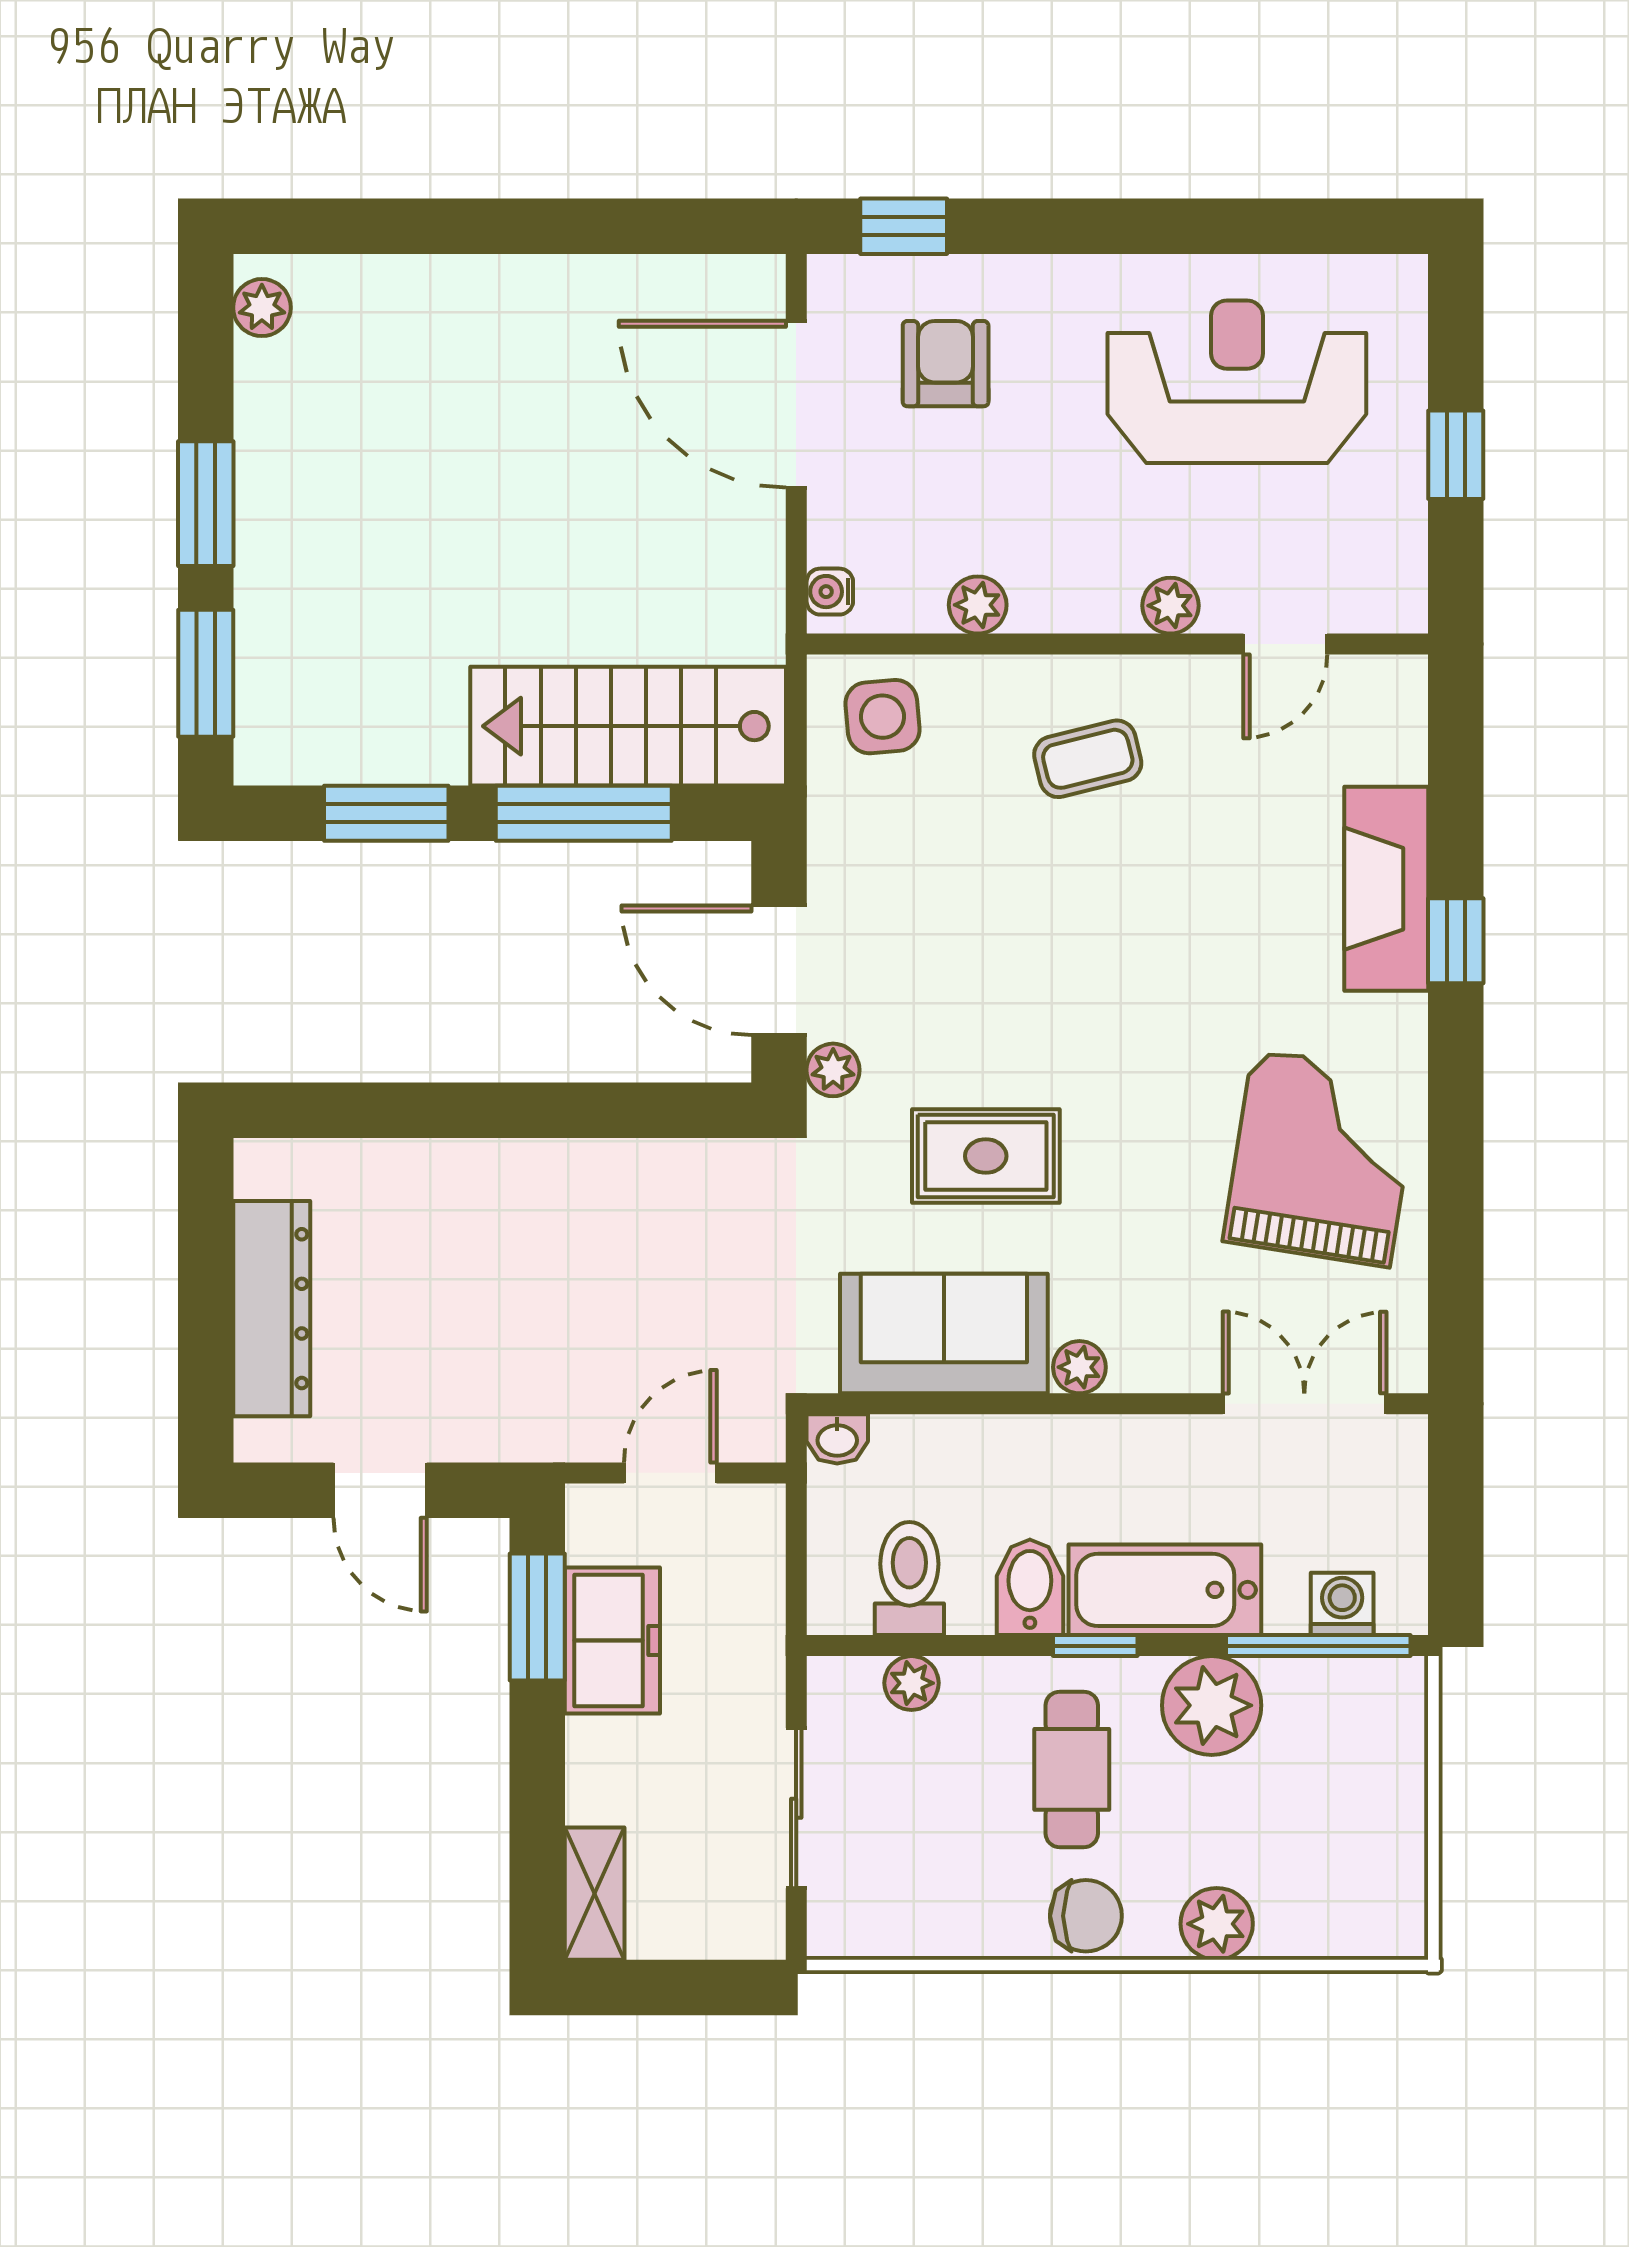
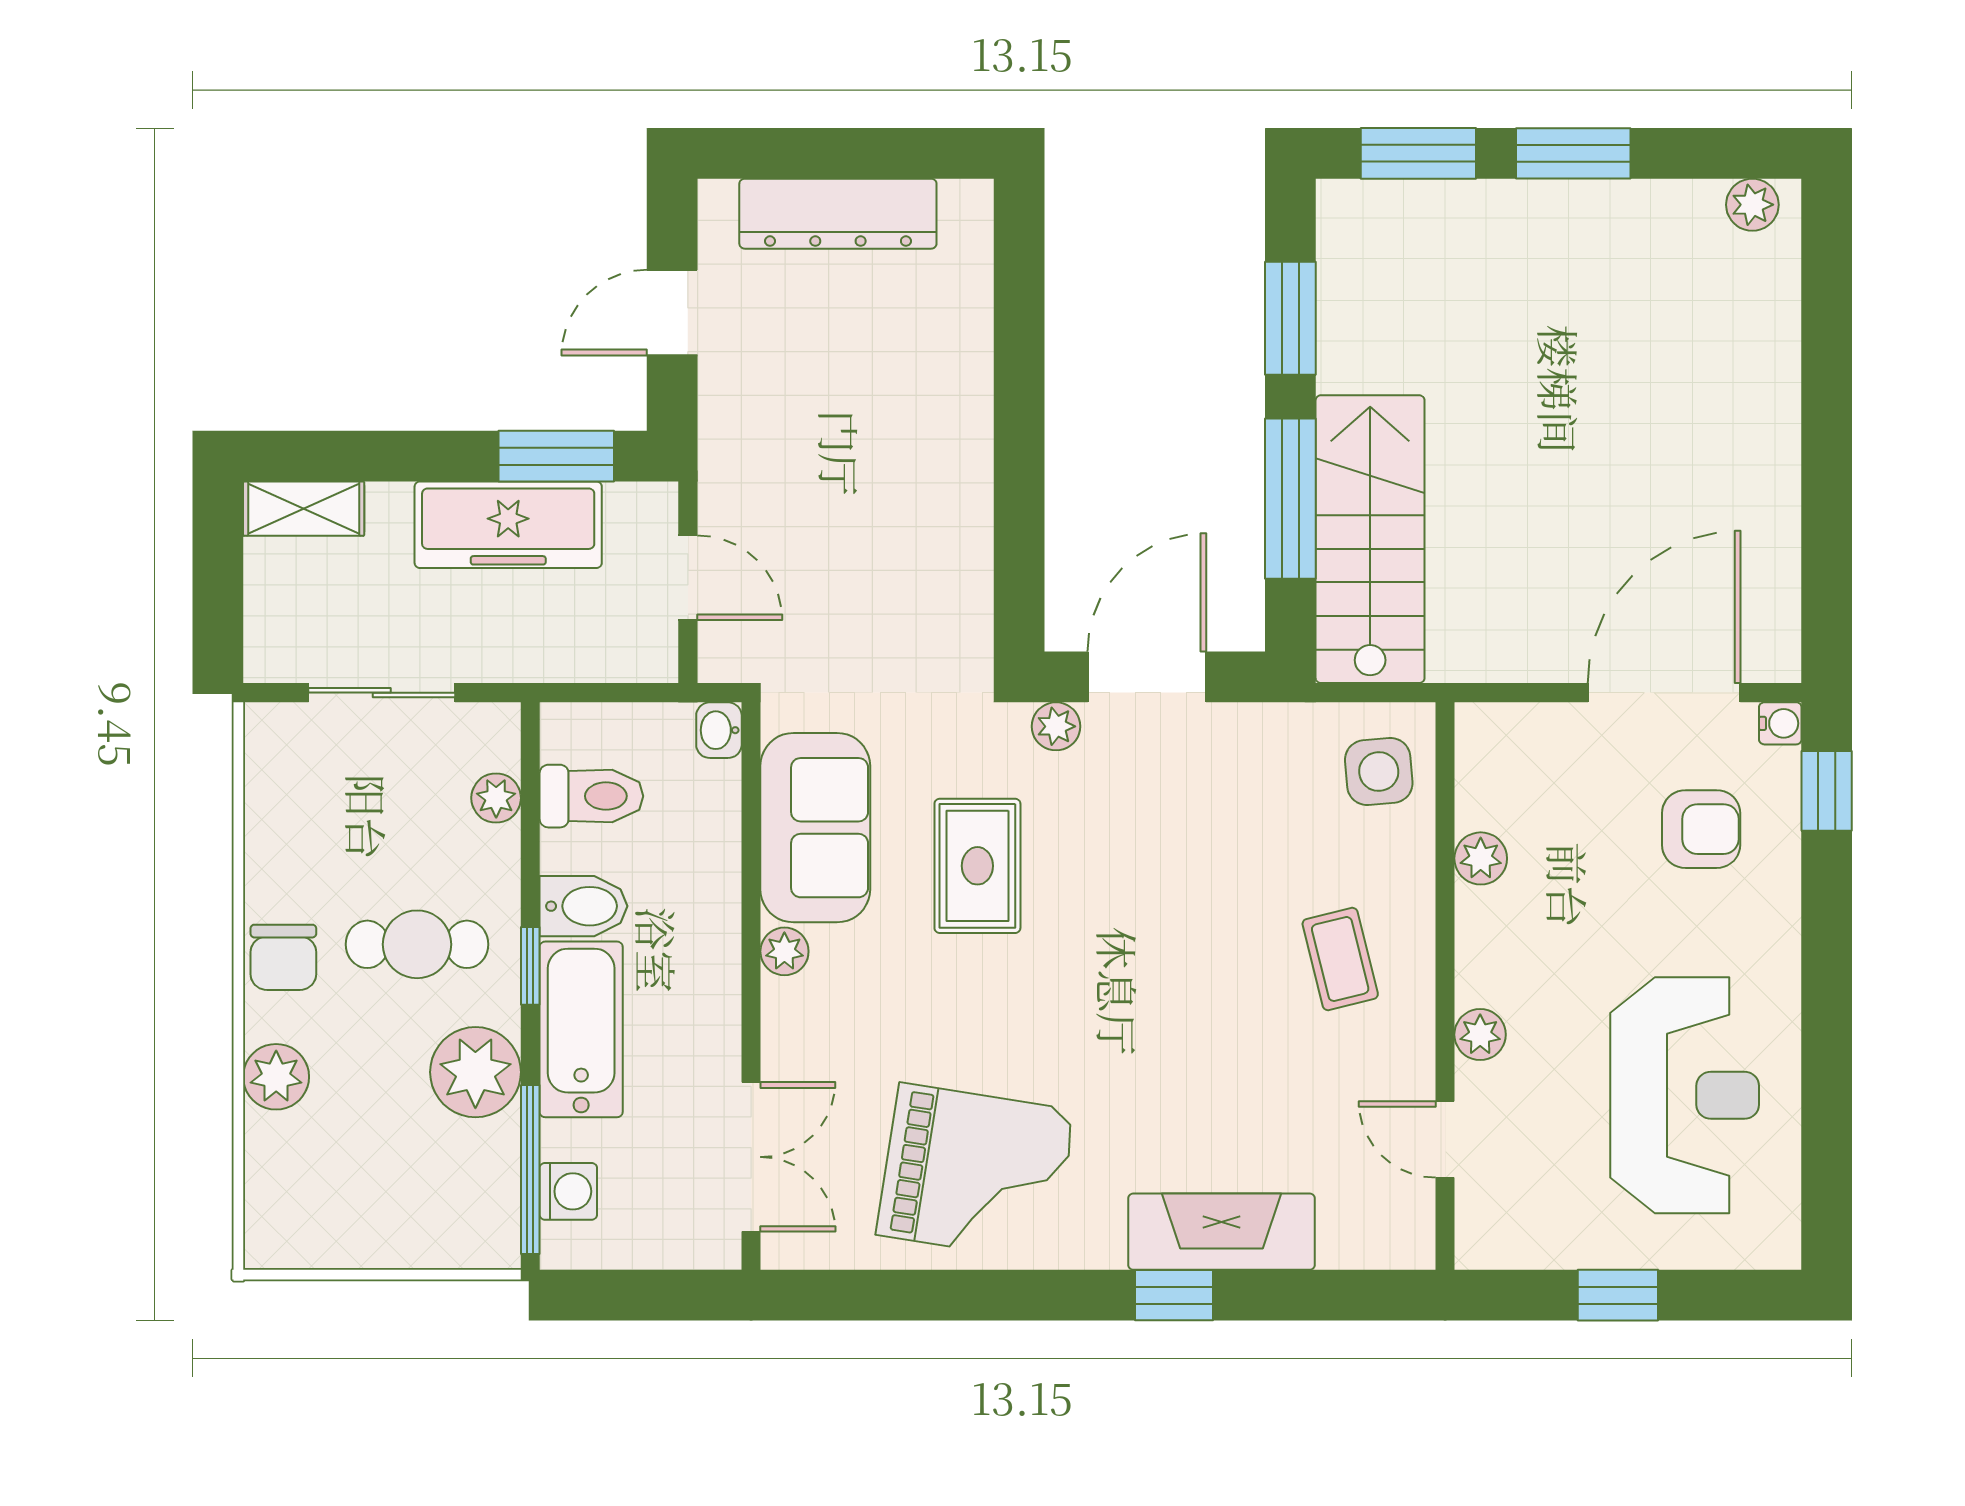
water cooler: (830, 592) -> (1780, 723), moved, turned 90
freezer: (612, 1640) -> (508, 525), width x1.40

